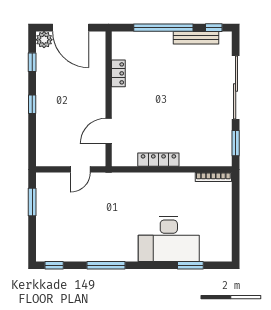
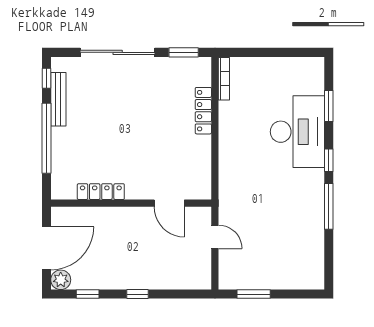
locker: (118, 73) -> (101, 192), width x1.53
locker: (158, 160) -> (203, 111), moved
window: (54, 265) -> (329, 160), moved

